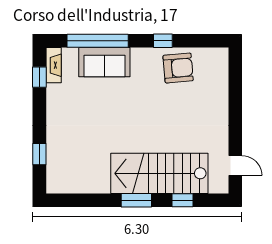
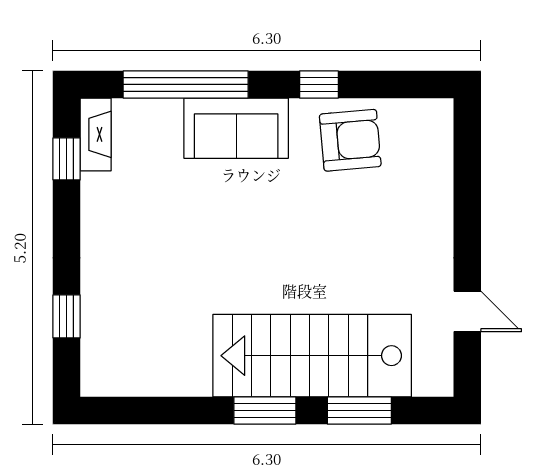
sofa: (104, 62) -> (236, 128), moved
door: (235, 166) -> (467, 311), moved
window: (183, 200) -> (359, 411), width x1.50

